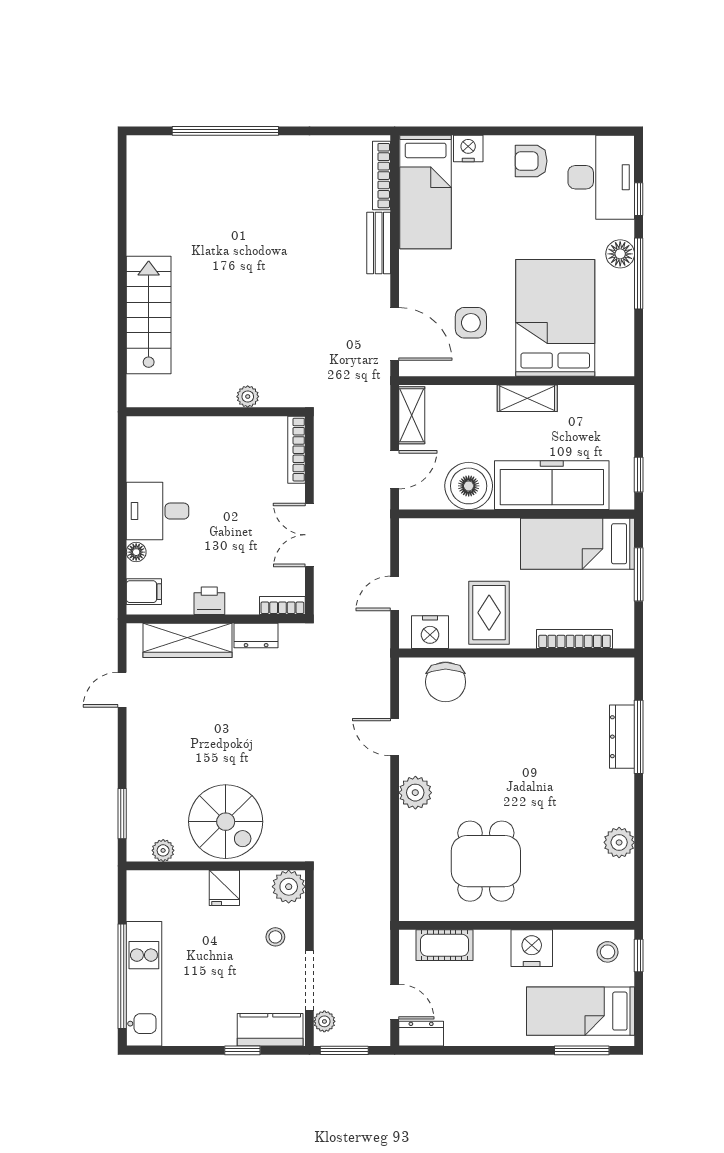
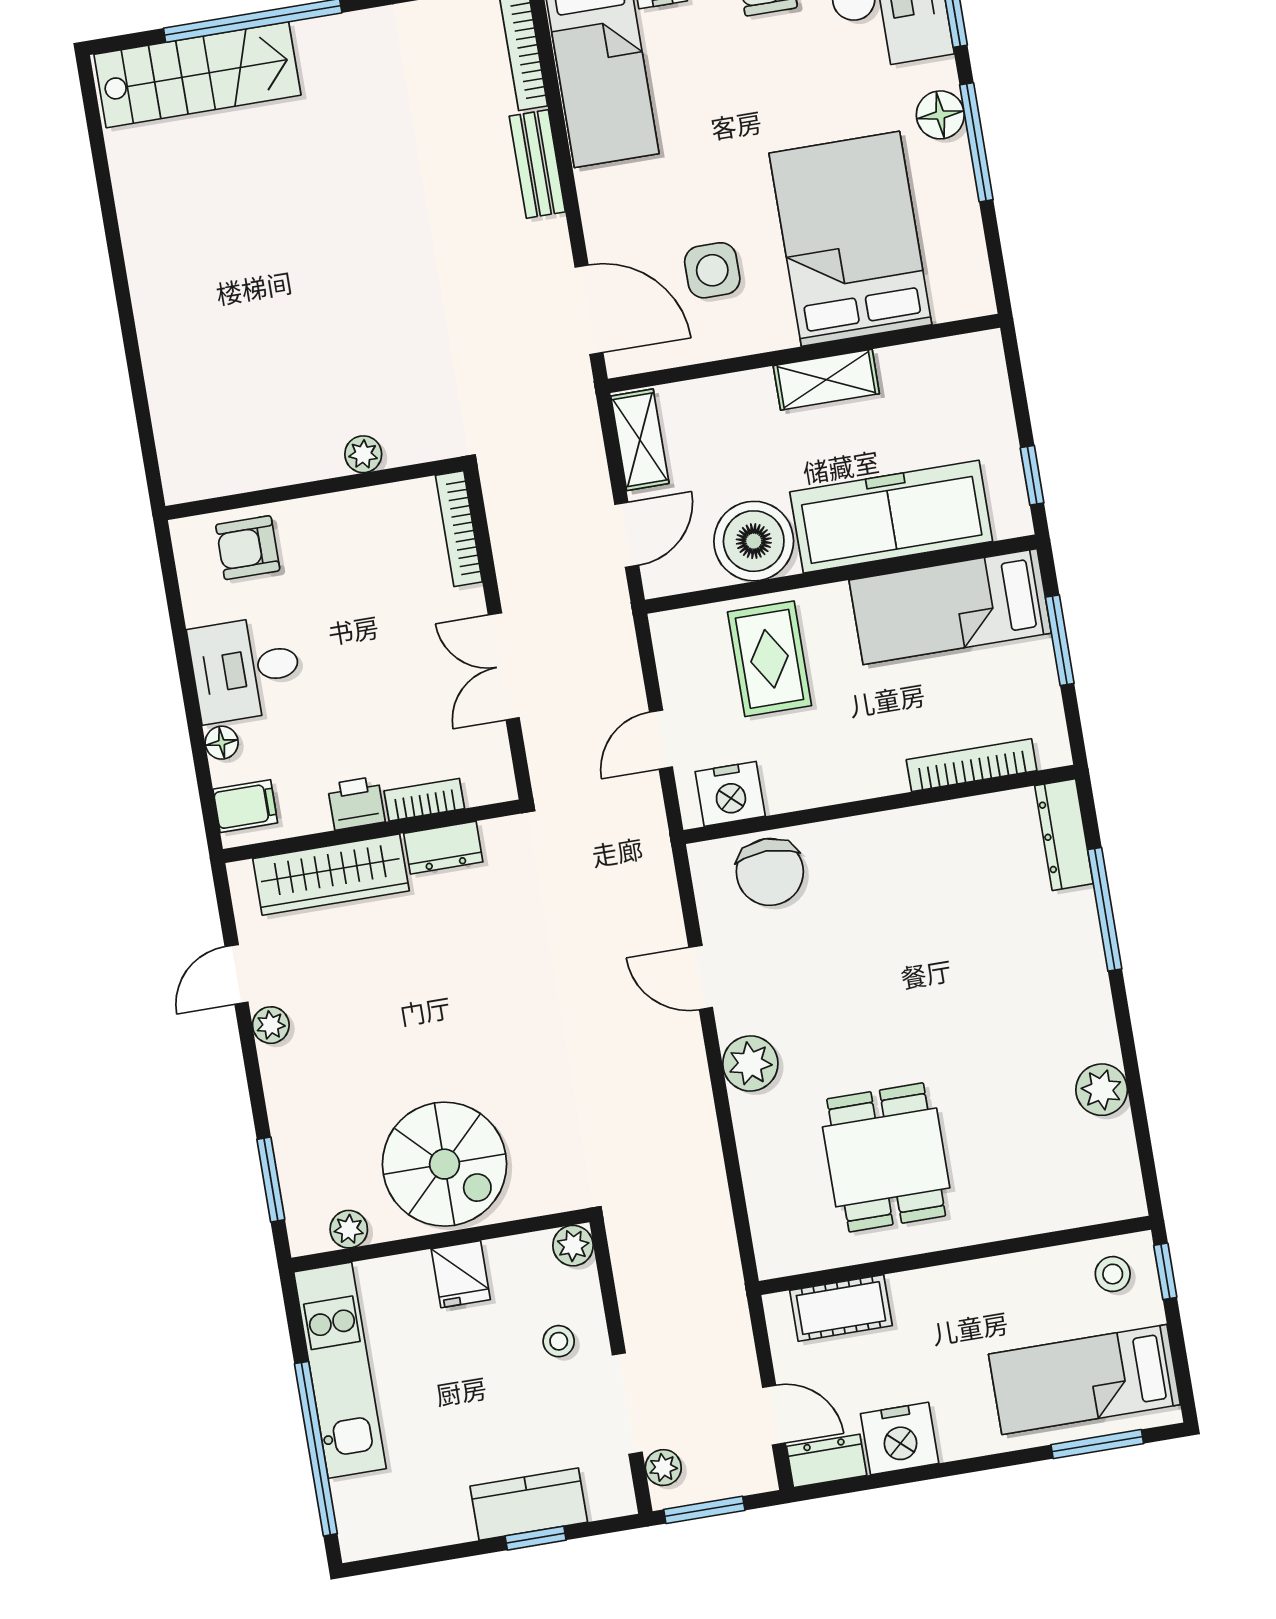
stairs: (149, 315) -> (197, 75), moved, turned 90
armchair: (171, 440) -> (248, 548), added
bookcase: (282, 606) -> (424, 800), moved
rug: (489, 613) -> (770, 659), moved
plant: (137, 723) -> (271, 1025), added
dresser: (622, 737) -> (1064, 835), moved
plant: (289, 887) -> (573, 1246), width x0.73, depth x0.73
nightstand: (532, 948) -> (900, 1438), moved, turned 180
kitchen unit: (144, 984) -> (340, 1370), moved
kitchen counter: (270, 1030) -> (529, 1504), moved

